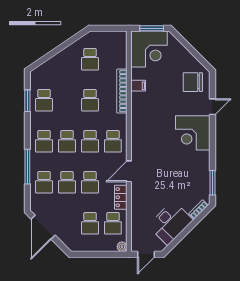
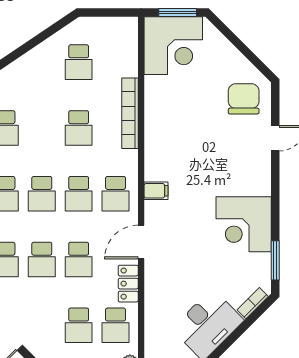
chair: (193, 82) -> (244, 99), turned 90
filing cabinet: (138, 86) -> (156, 191), moved
corner desk: (193, 133) -> (244, 224), moved

